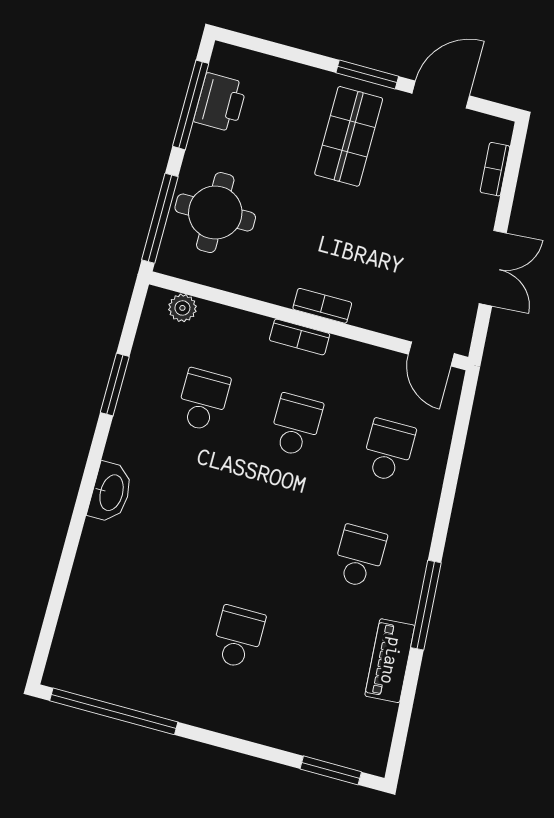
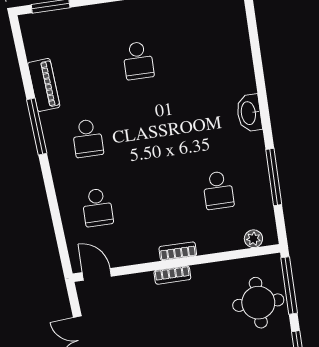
window: (115, 385) -> (274, 177), width x1.44
school desk: (296, 425) -> (158, 199), removed

